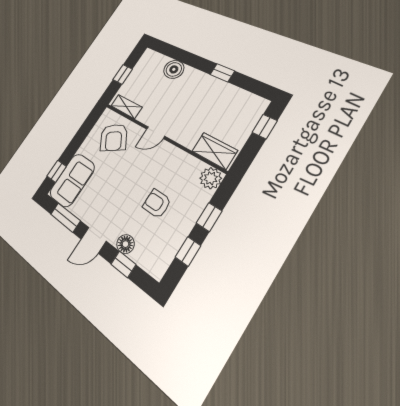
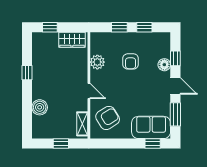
wardrobe: (214, 151) -> (72, 40), moved, turned -90
plant: (211, 178) -> (97, 62), moved

